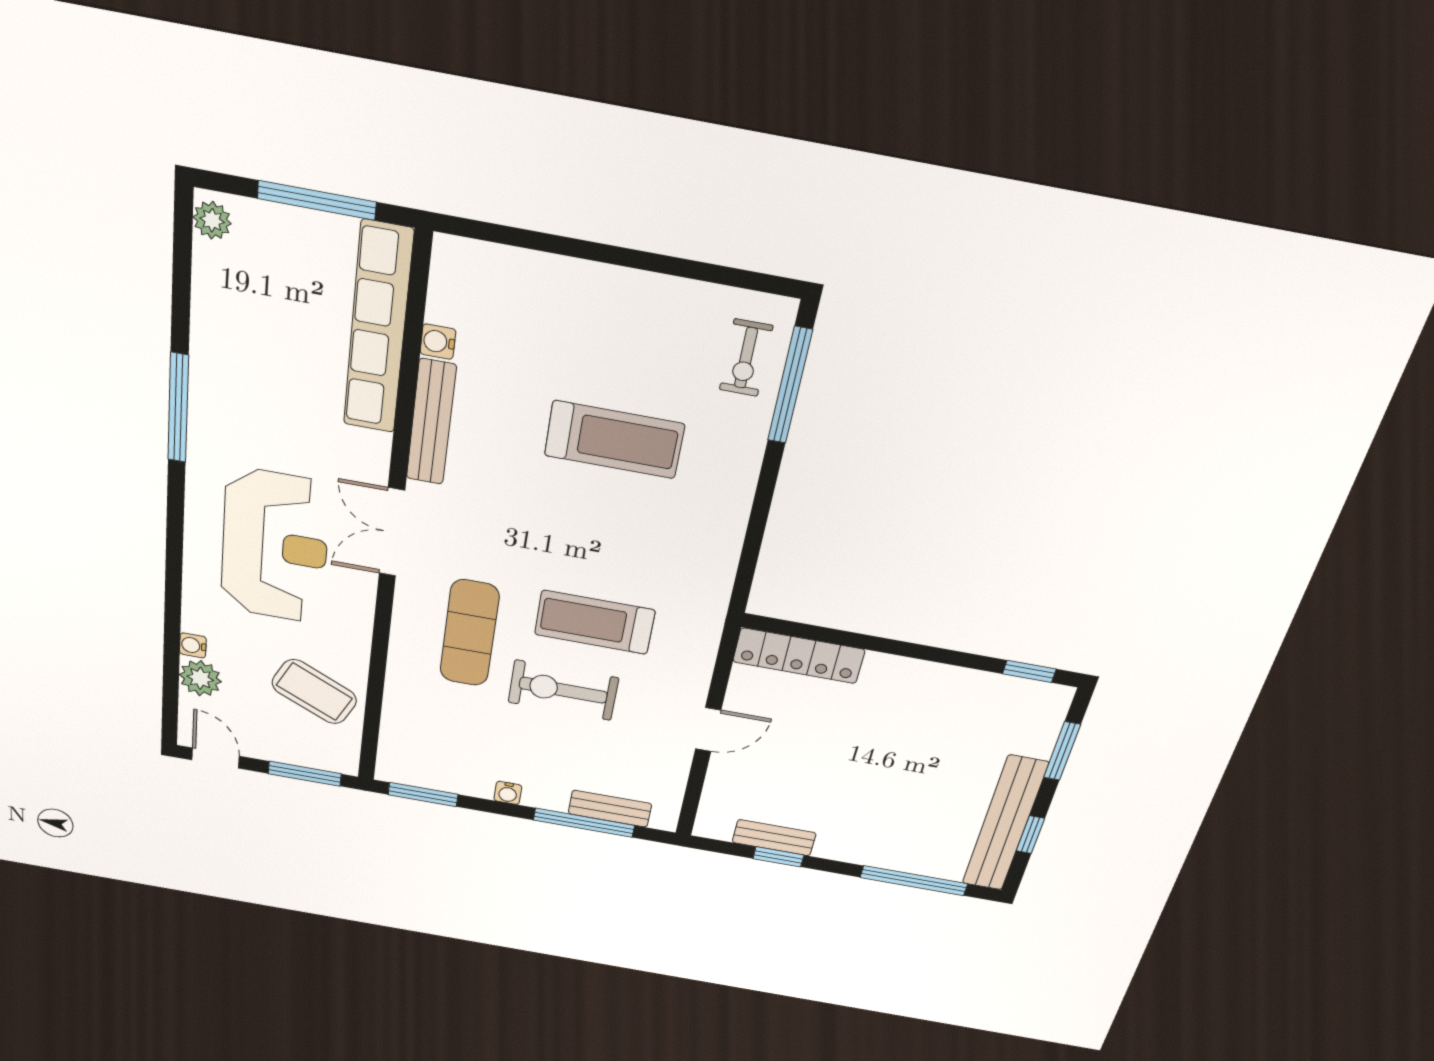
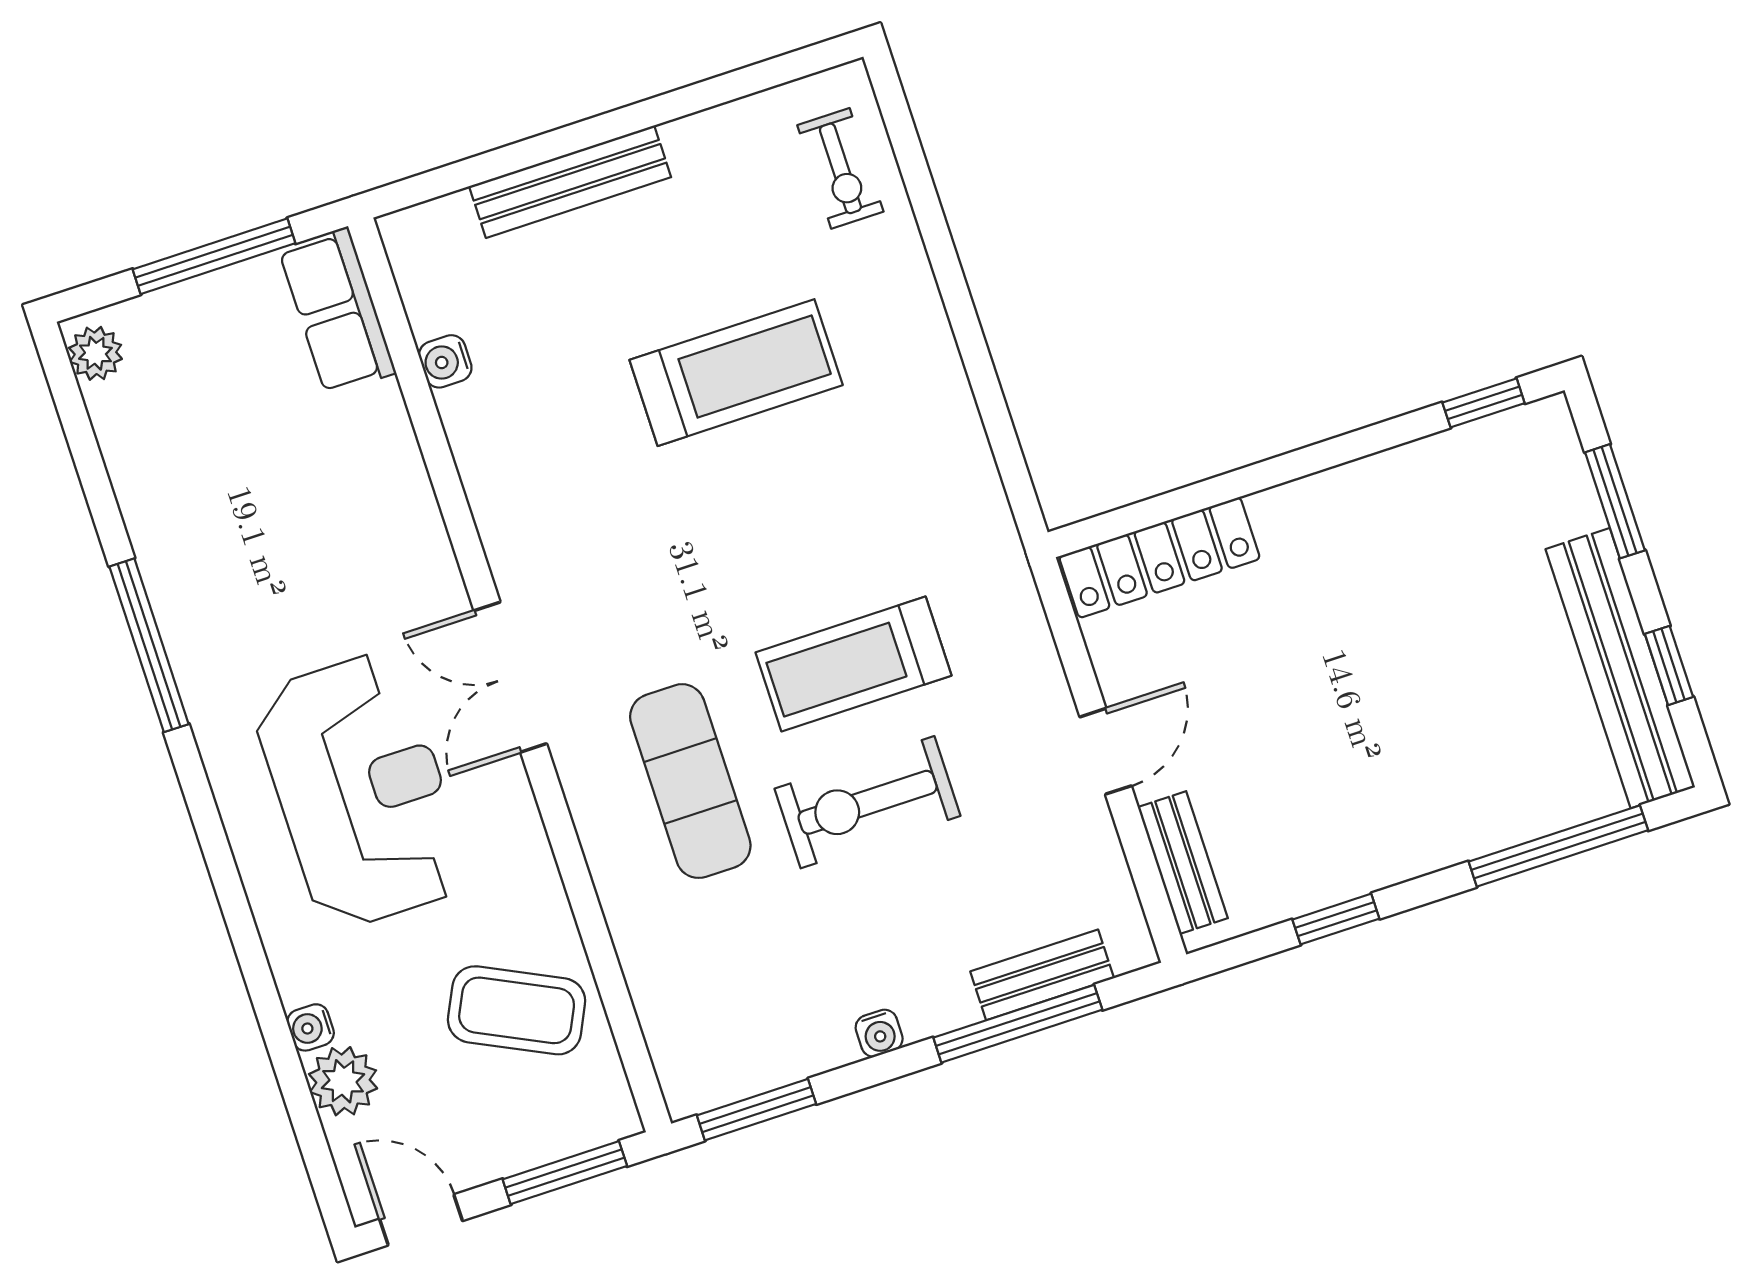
row of seats: (378, 329) -> (337, 311), width x0.50
window: (790, 385) -> (916, 174), removed
bench: (431, 422) -> (570, 182), moved, turned 90
bench: (774, 838) -> (1183, 863), moved, turned 90

